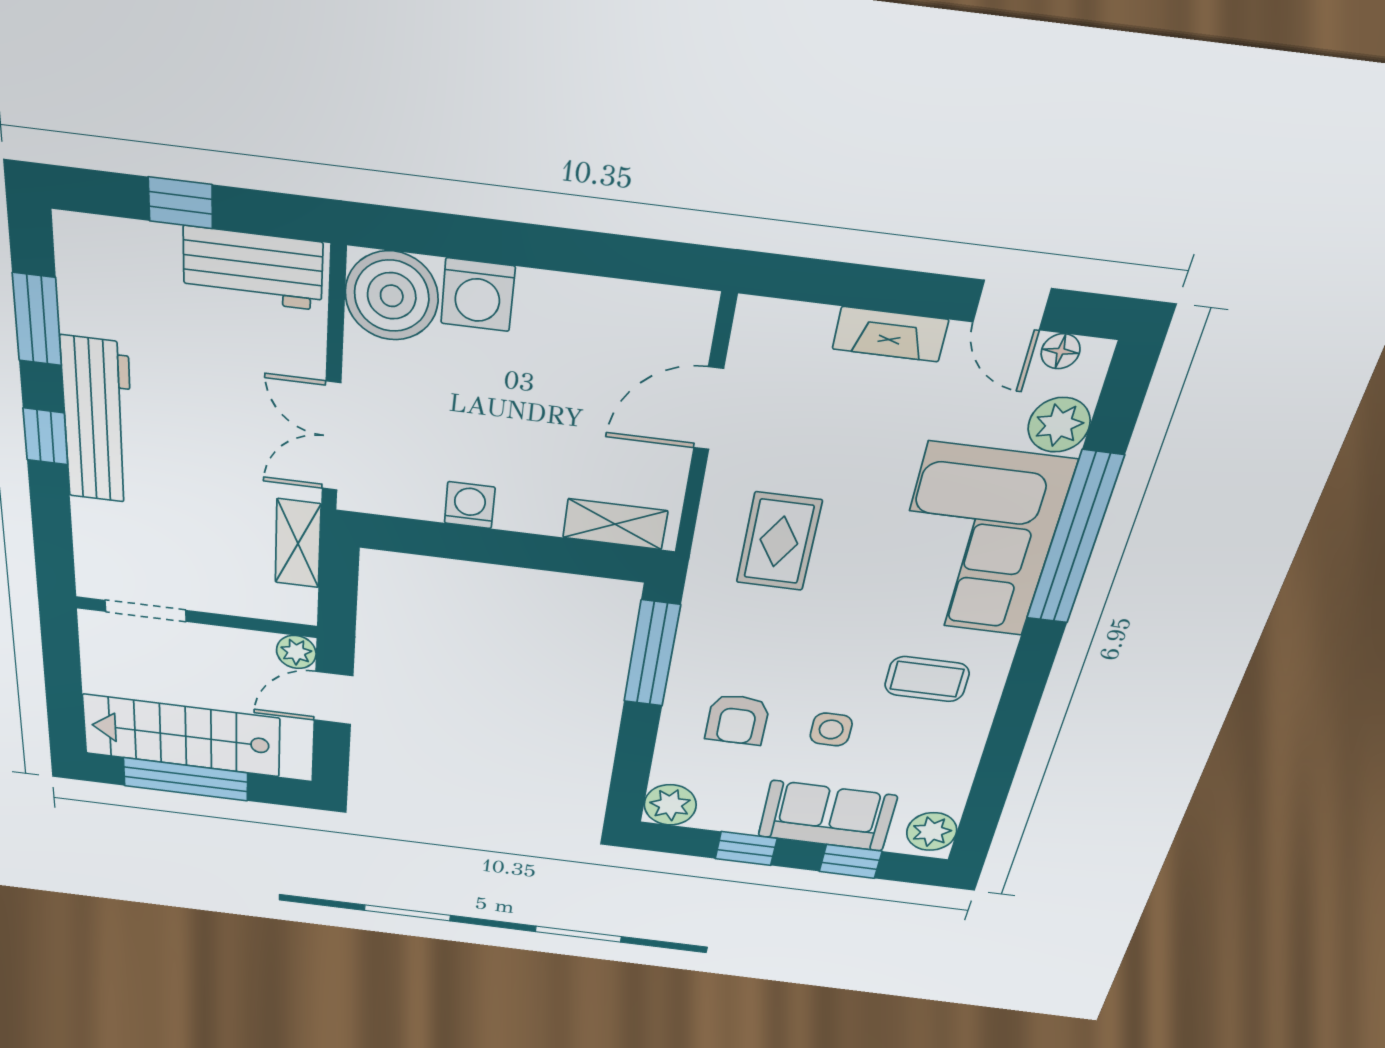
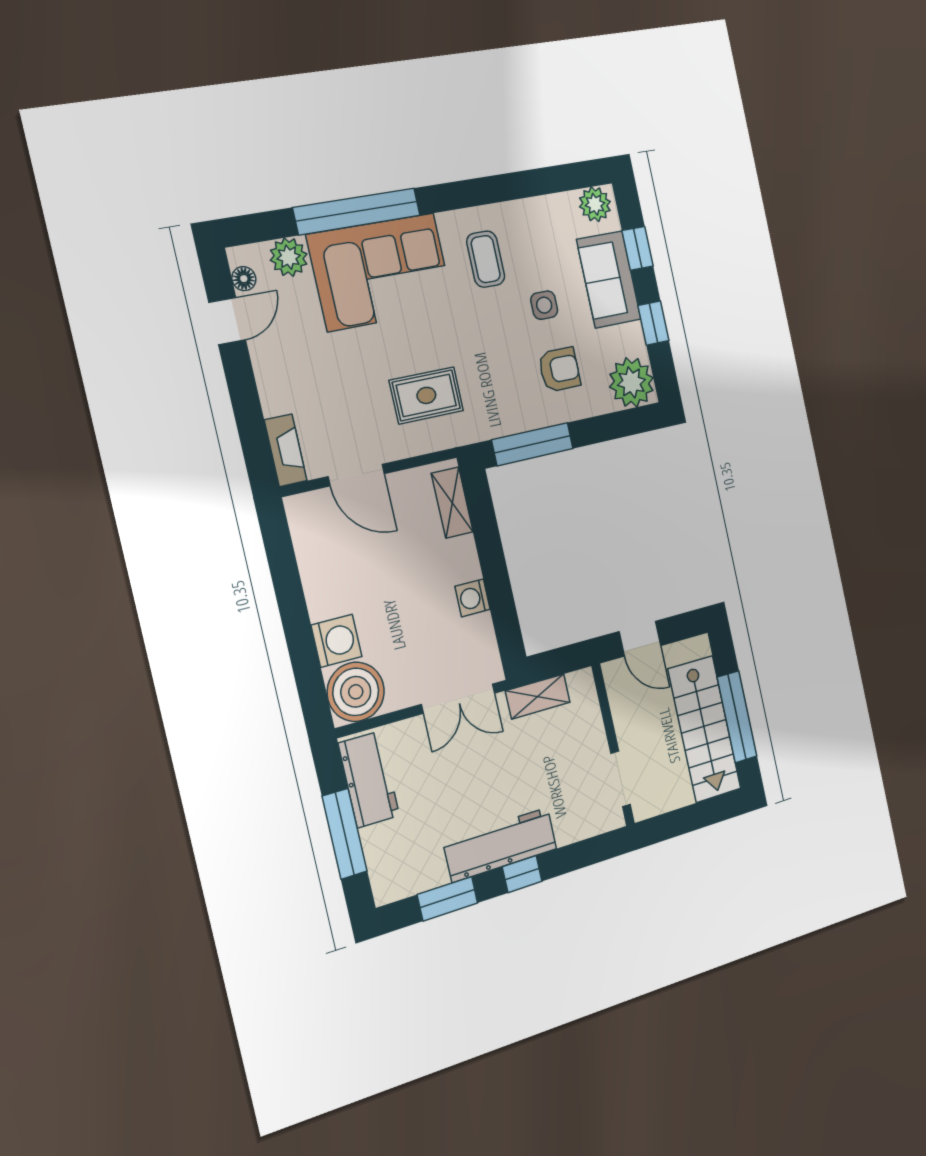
window: (181, 203) -> (345, 834), width x2.17
fireplace: (890, 334) -> (286, 450), moved
plant: (296, 652) -> (615, 673), removed
plant: (670, 805) -> (631, 382), width x1.36, depth x1.36

